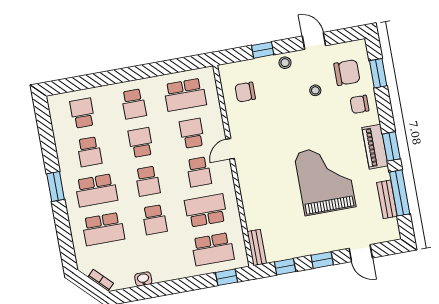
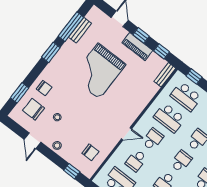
window: (263, 50) -> (72, 171), moved
piano: (375, 147) -> (137, 46), moved, turned 90
school desk: (213, 249) -> (186, 96), turned 180

